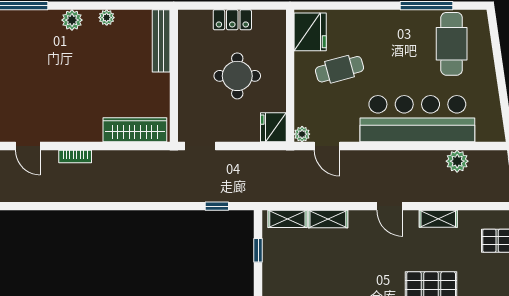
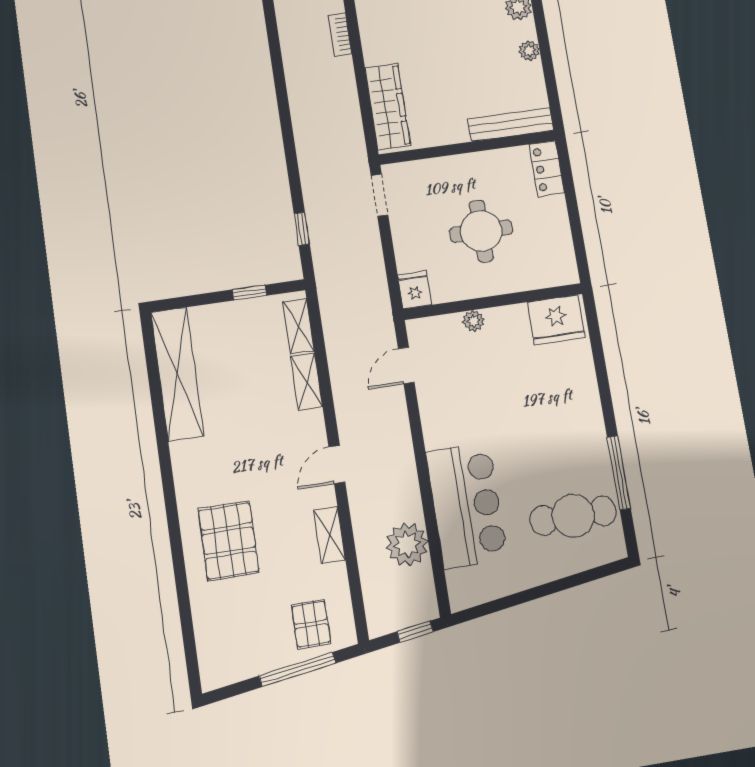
locker: (232, 20) -> (547, 169), moved
cafe table: (340, 69) -> (513, 367), removed
bar counter: (417, 119) -> (467, 505), width x0.73
fridge: (273, 127) -> (415, 290), width x0.72
plant: (302, 134) -> (474, 321), moved
plant: (457, 161) -> (407, 544), width x1.36, depth x1.36

